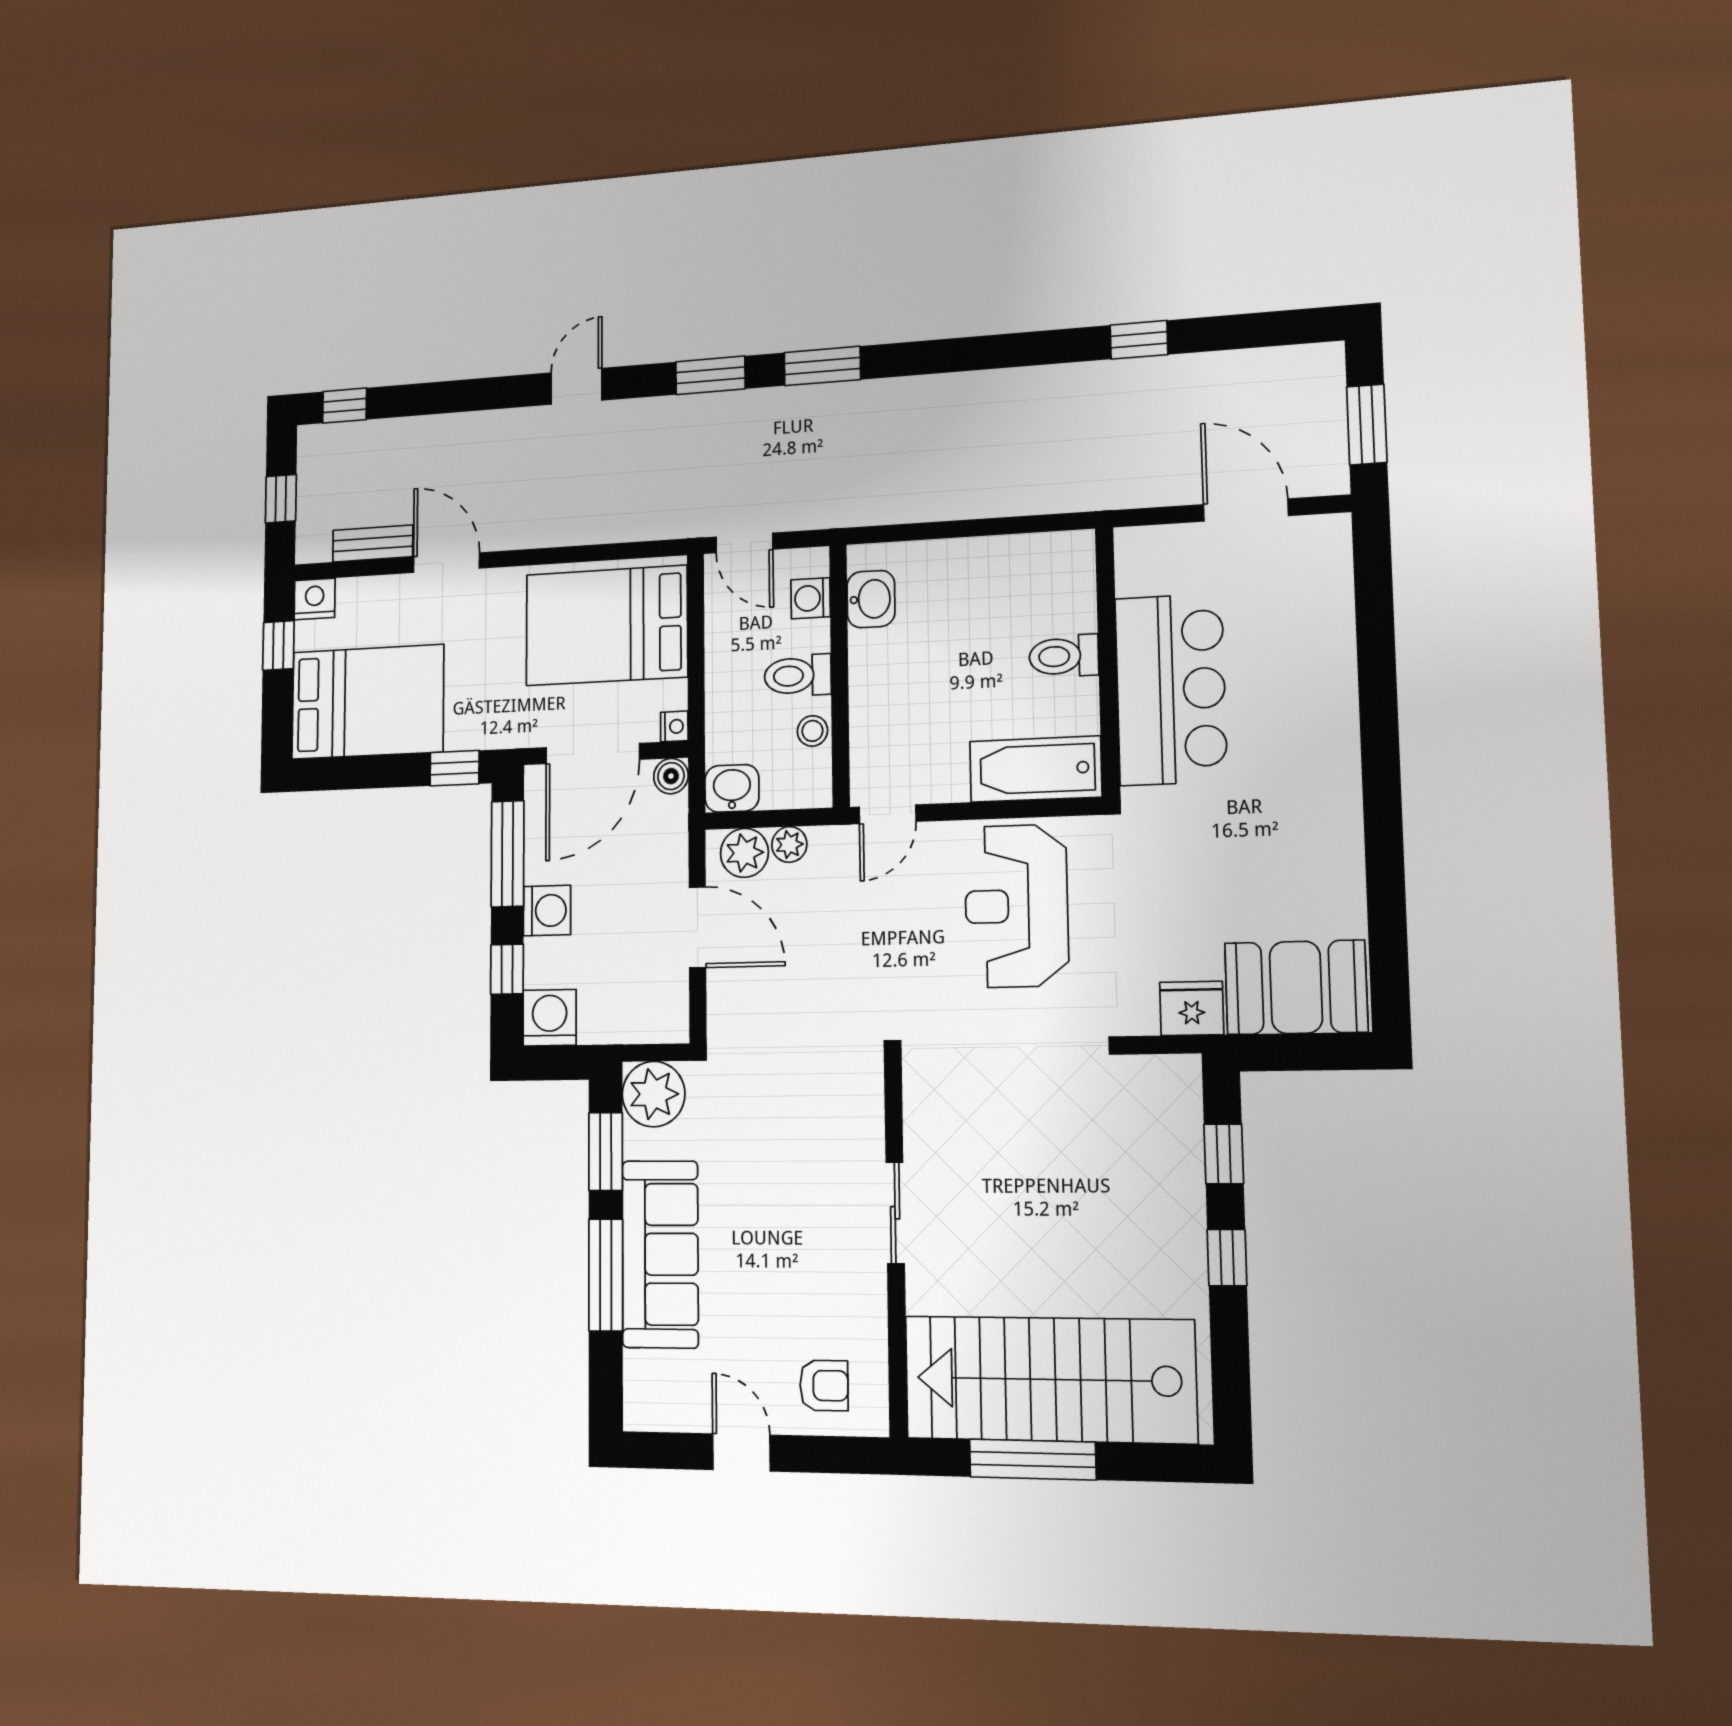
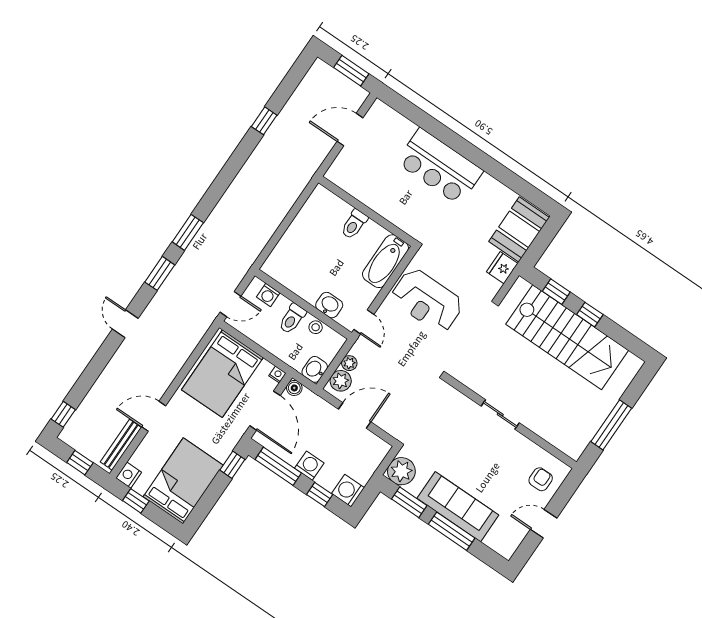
bench: (373, 543) -> (121, 445), width x1.36
washbasin: (871, 599) -> (329, 305), moved
bar counter: (1171, 689) -> (440, 166), moved, turned 180
stairs: (1050, 1379) -> (567, 337), moved, turned -90

